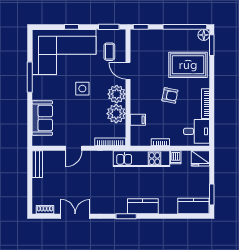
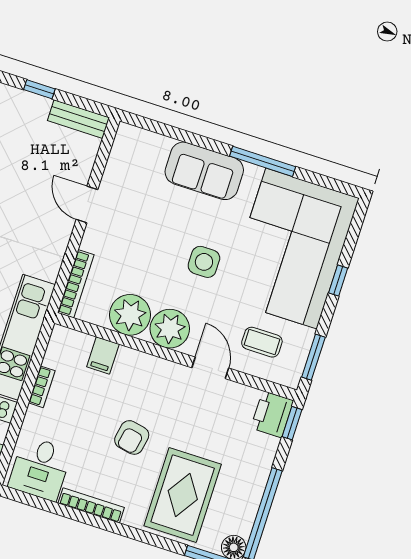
printer: (140, 37) -> (272, 414), added
door: (128, 71) -> (210, 368), hinge flipped
sofa: (42, 118) -> (204, 171), moved
window: (30, 186) -> (39, 89), added

